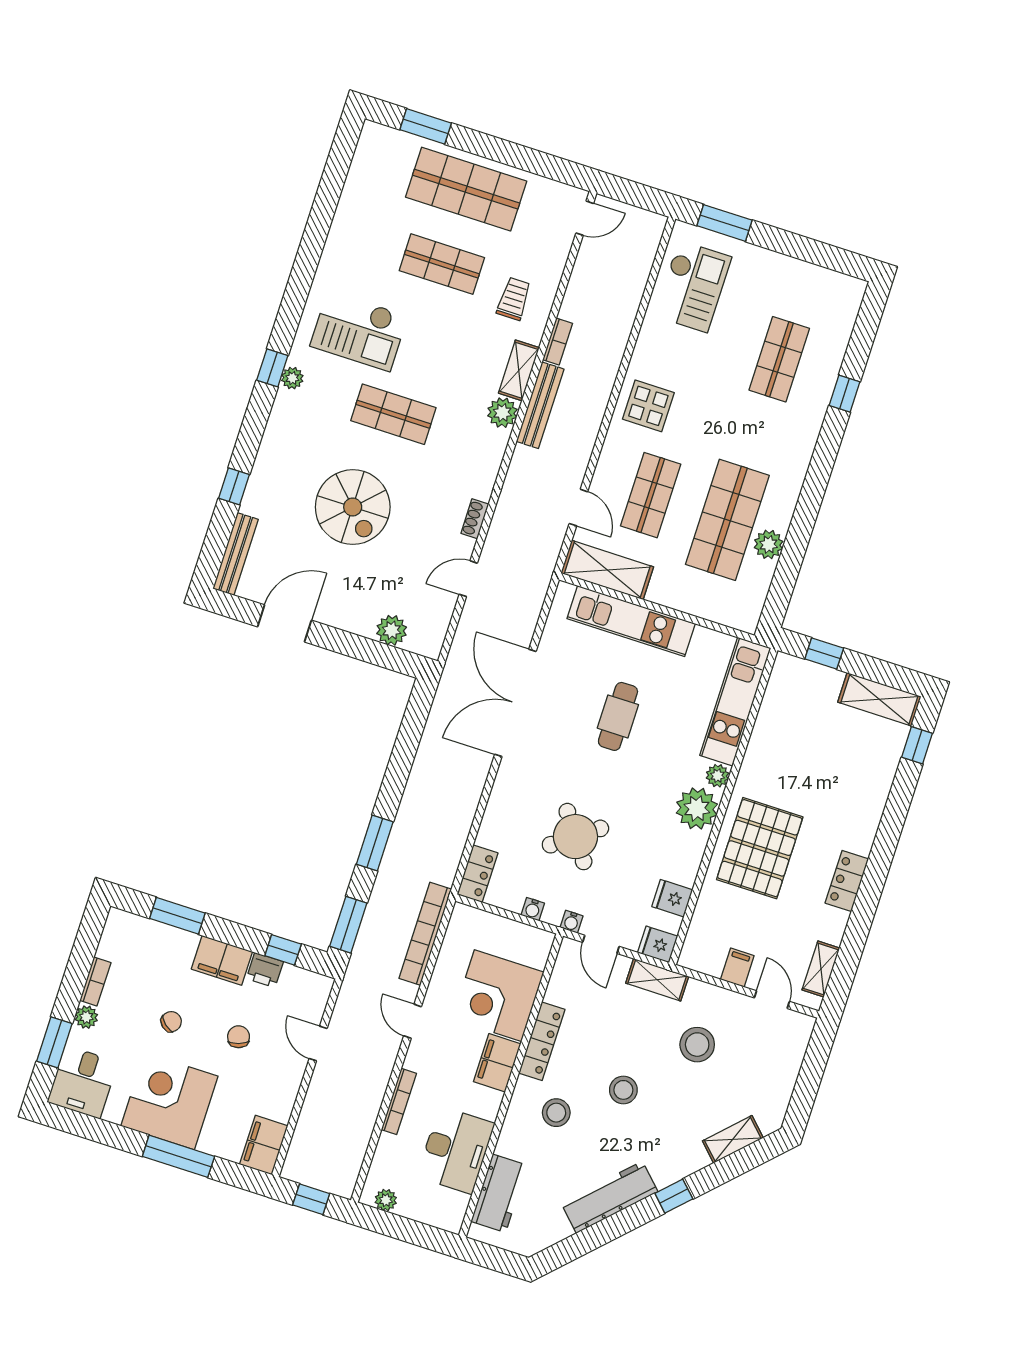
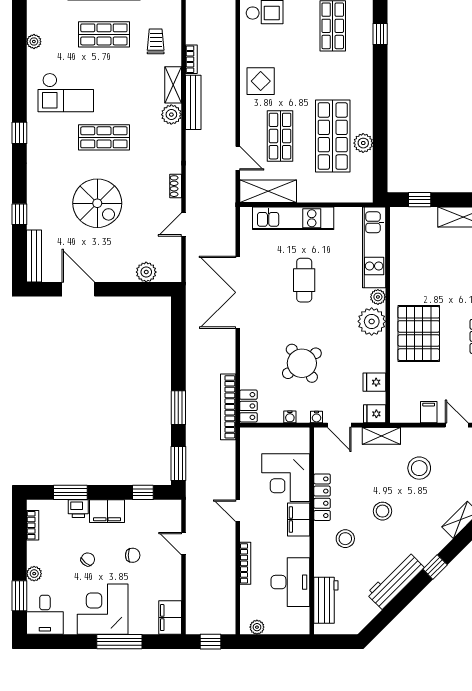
plant: (292, 378) -> (34, 42), moved
door: (284, 623) -> (78, 289), hinge flipped
bookcase: (425, 934) -> (228, 407), moved
printer: (265, 970) -> (78, 509), moved
bookcase: (95, 982) -> (33, 525), moved
chair: (239, 1037) -> (133, 555), turned 109

